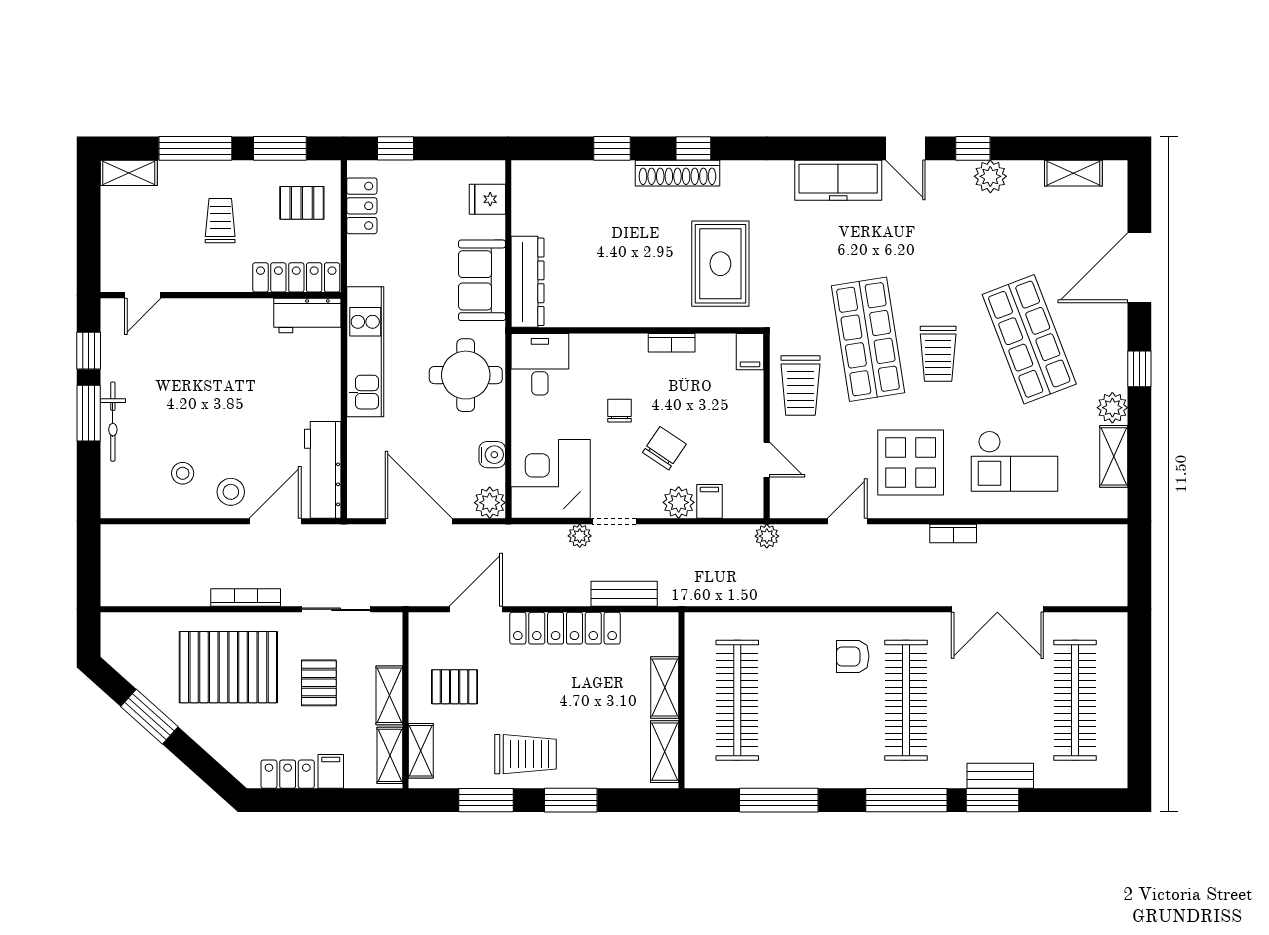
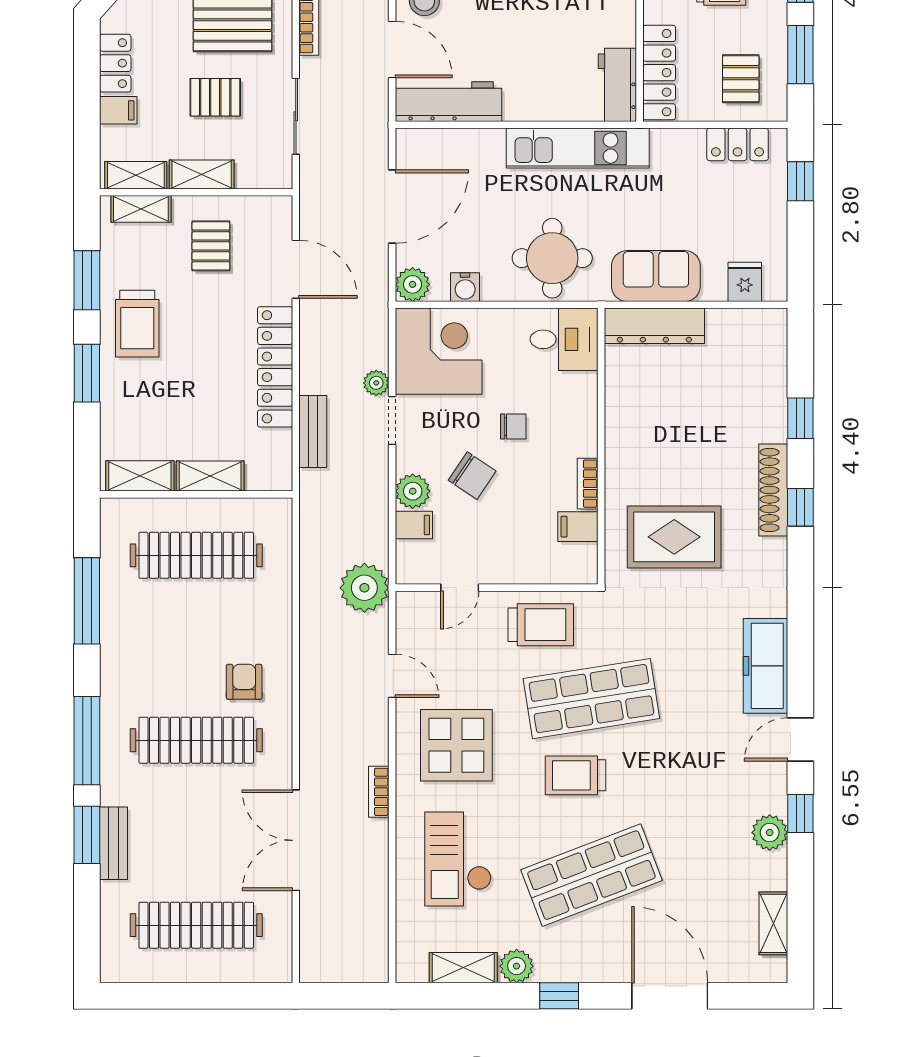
filing cabinet: (750, 352) -> (578, 527), moved
trolley: (800, 385) -> (541, 625), turned 180
plant: (767, 536) -> (364, 588), width x1.87, depth x1.87

